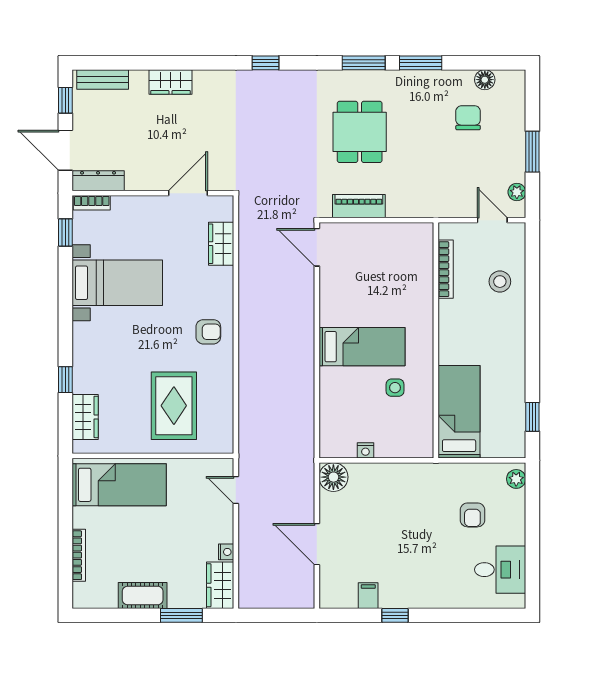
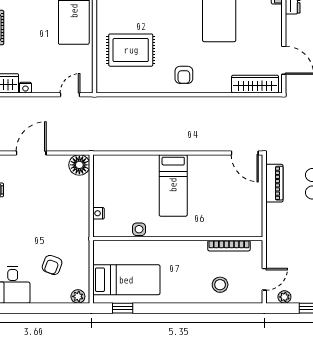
wardrobe: (221, 244) -> (255, 84), width x1.50
door: (317, 247) -> (245, 153), swing flipped
side table: (395, 388) -> (139, 229), moved
bed: (459, 412) -> (126, 280), moved
nightstand: (365, 450) -> (98, 213), moved
armchair: (472, 515) -> (52, 265), turned -70

